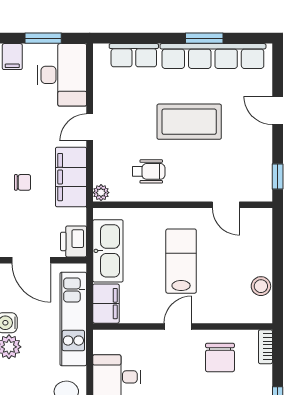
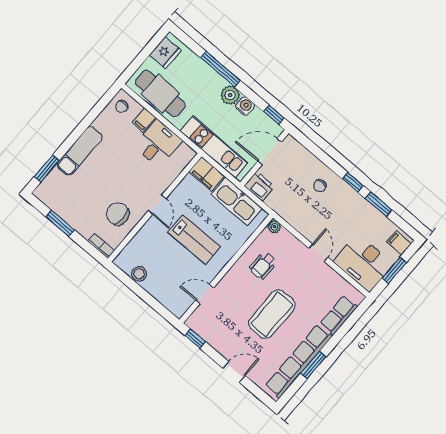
filing cabinet: (71, 177) -> (299, 217), removed

